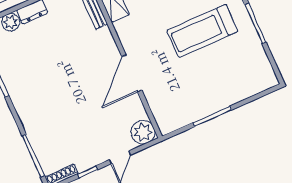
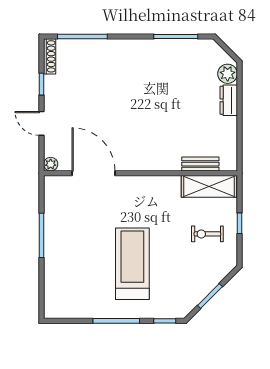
door: (132, 73) -> (93, 173), moved
plant: (143, 132) -> (51, 164), width x0.53, depth x0.53

